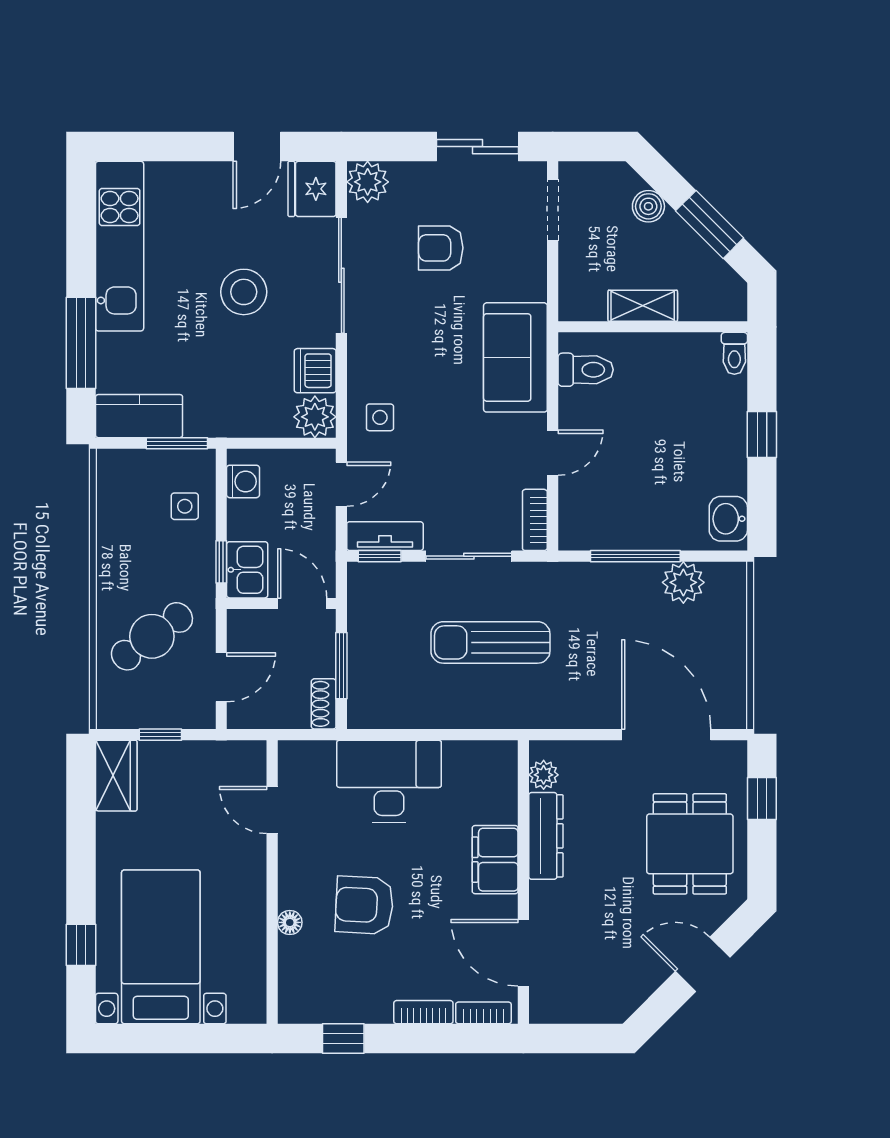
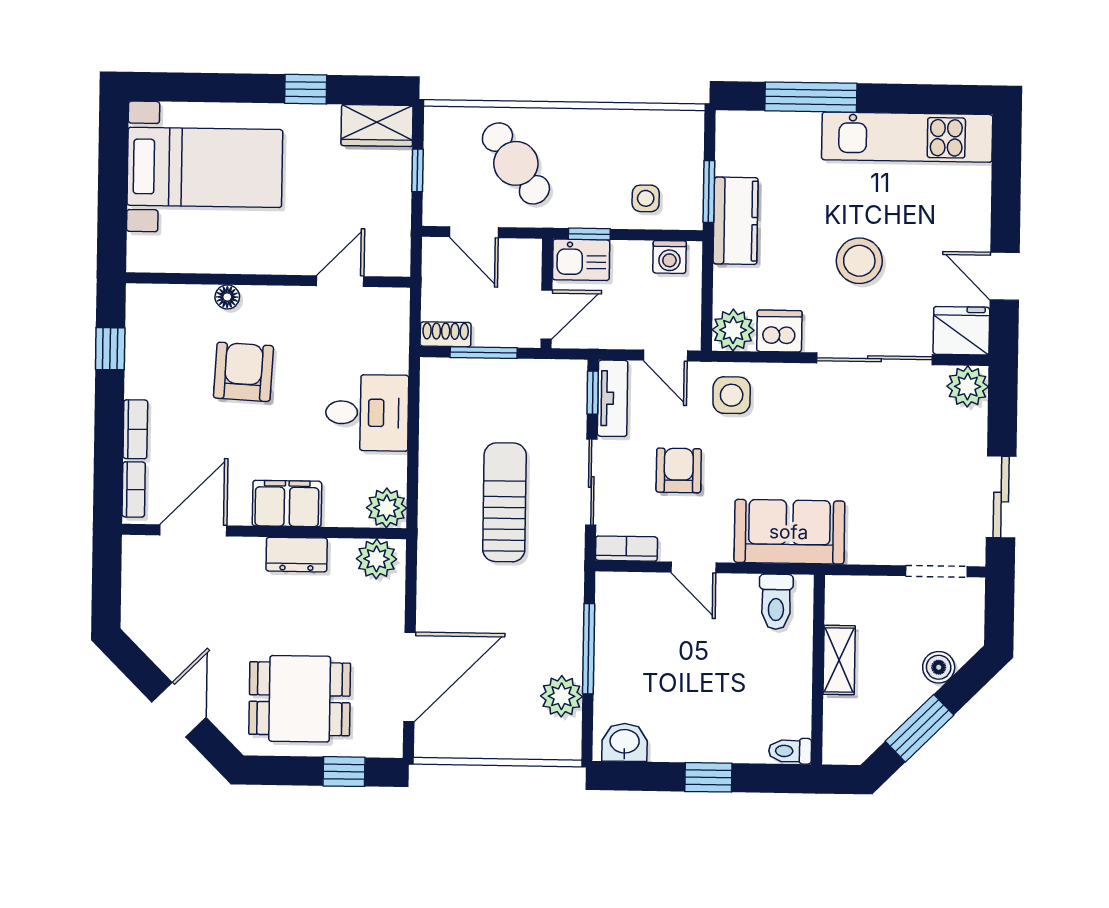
armchair: (441, 248) -> (679, 470), moved
kitchen counter: (139, 416) -> (736, 221), moved
side table: (380, 417) -> (732, 395), width x1.37, depth x1.37
plant: (498, 760) -> (387, 508), added
plant: (544, 775) -> (376, 559), width x1.38, depth x1.38
desk: (389, 781) -> (367, 413), width x0.73
dresser: (546, 836) -> (297, 555), width x0.70
window: (81, 945) -> (306, 89), moved

